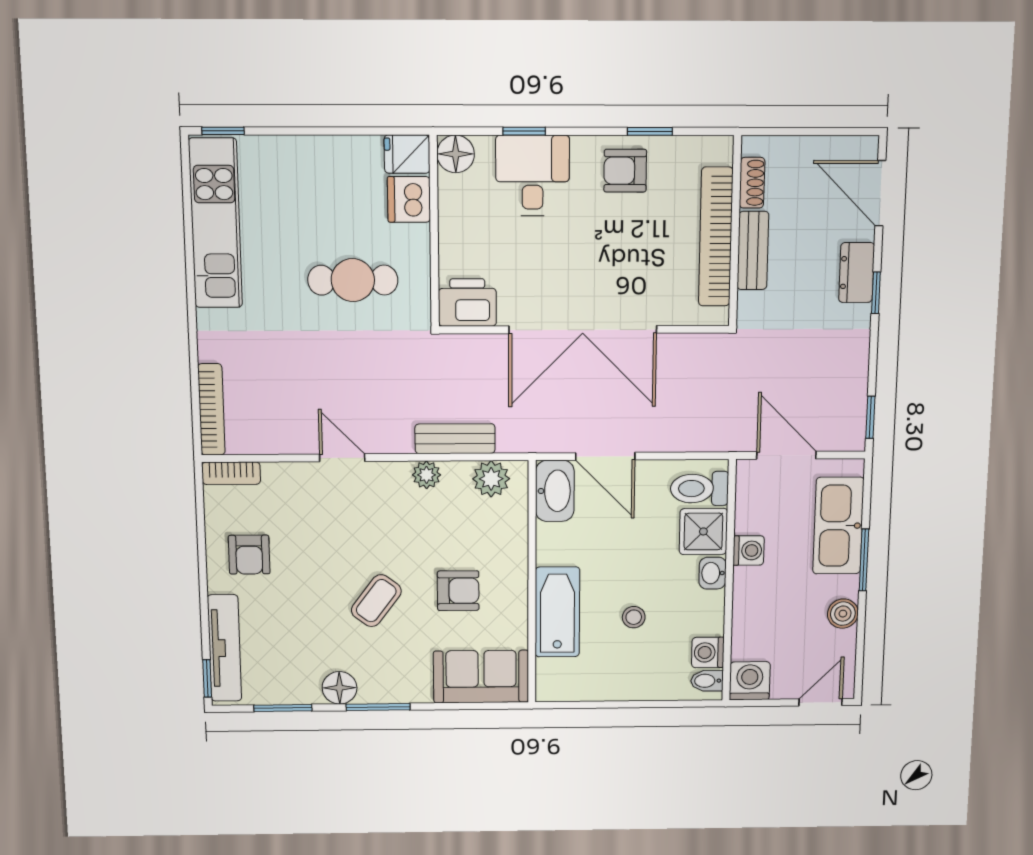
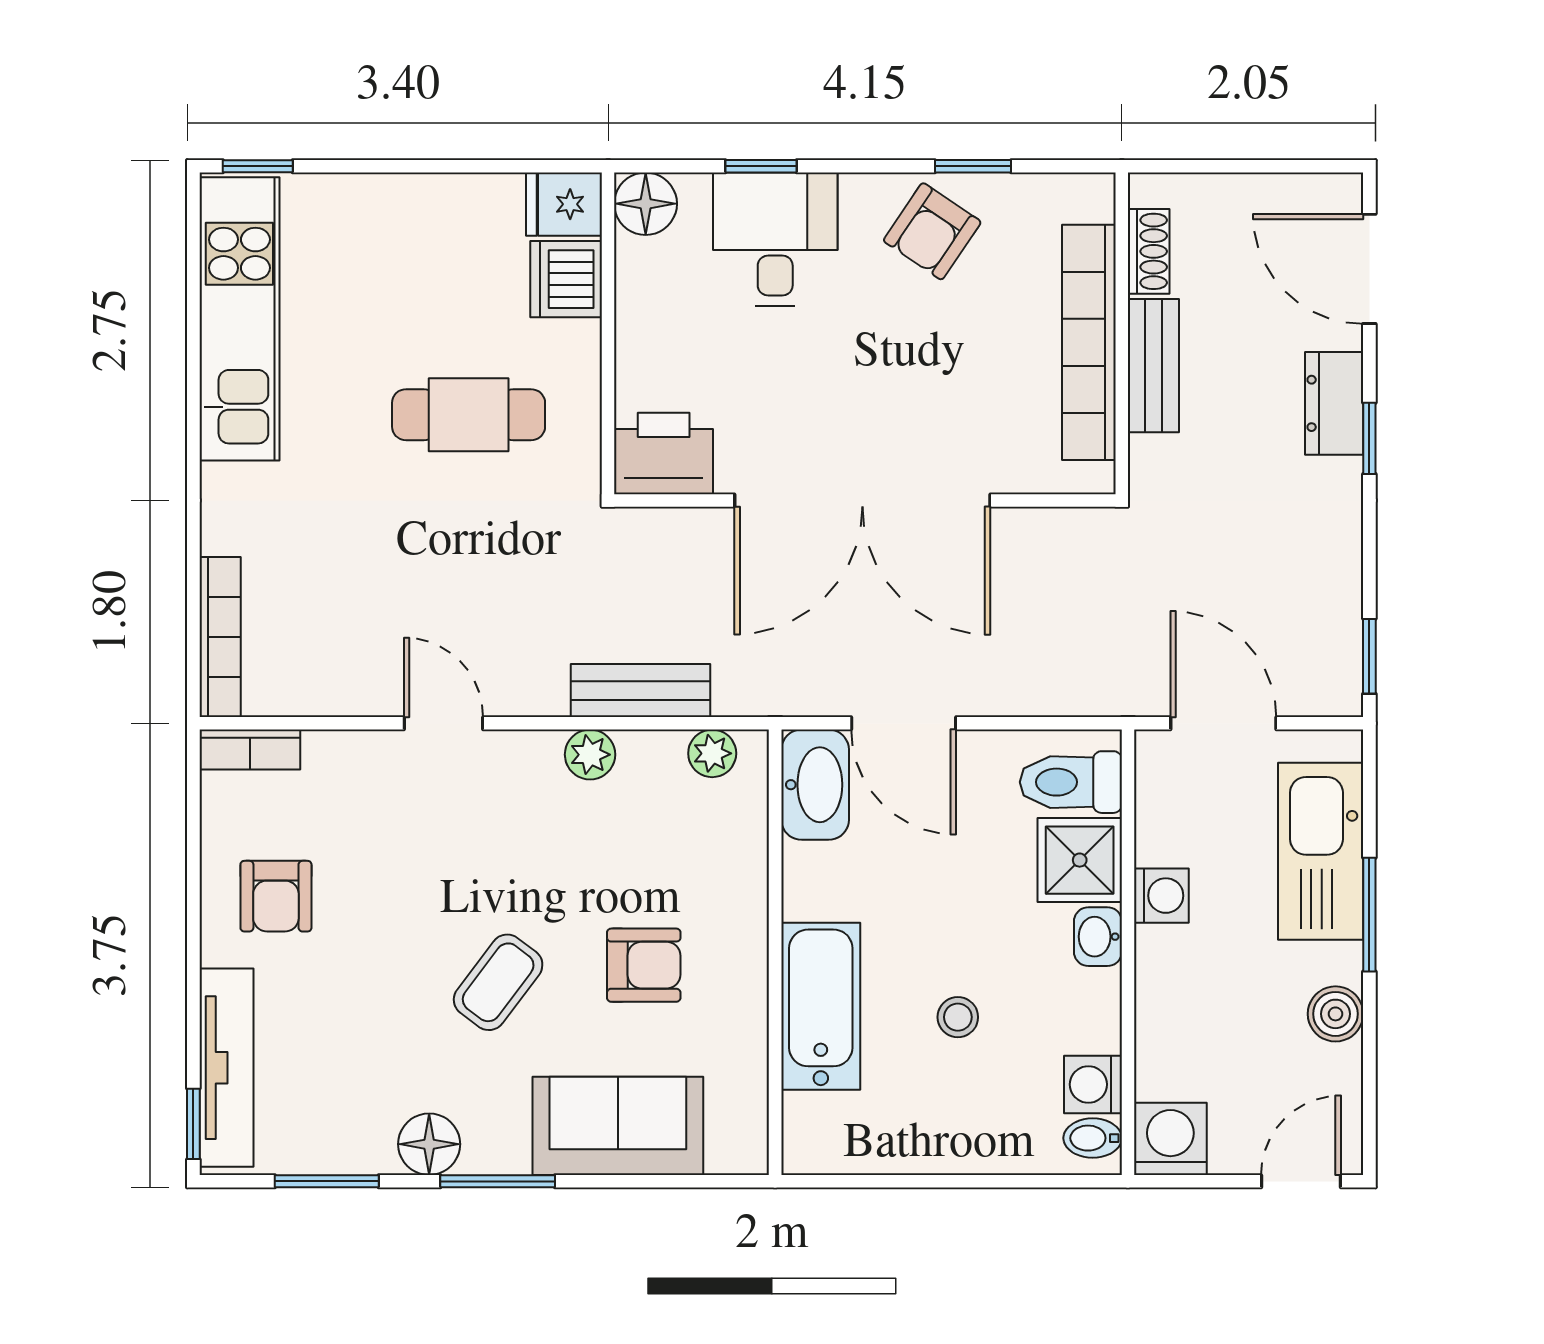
armchair: (625, 171) -> (932, 231), turned -56
plant: (491, 479) -> (712, 753), width x0.73, depth x0.73
sofa: (481, 677) -> (618, 1126), moved

